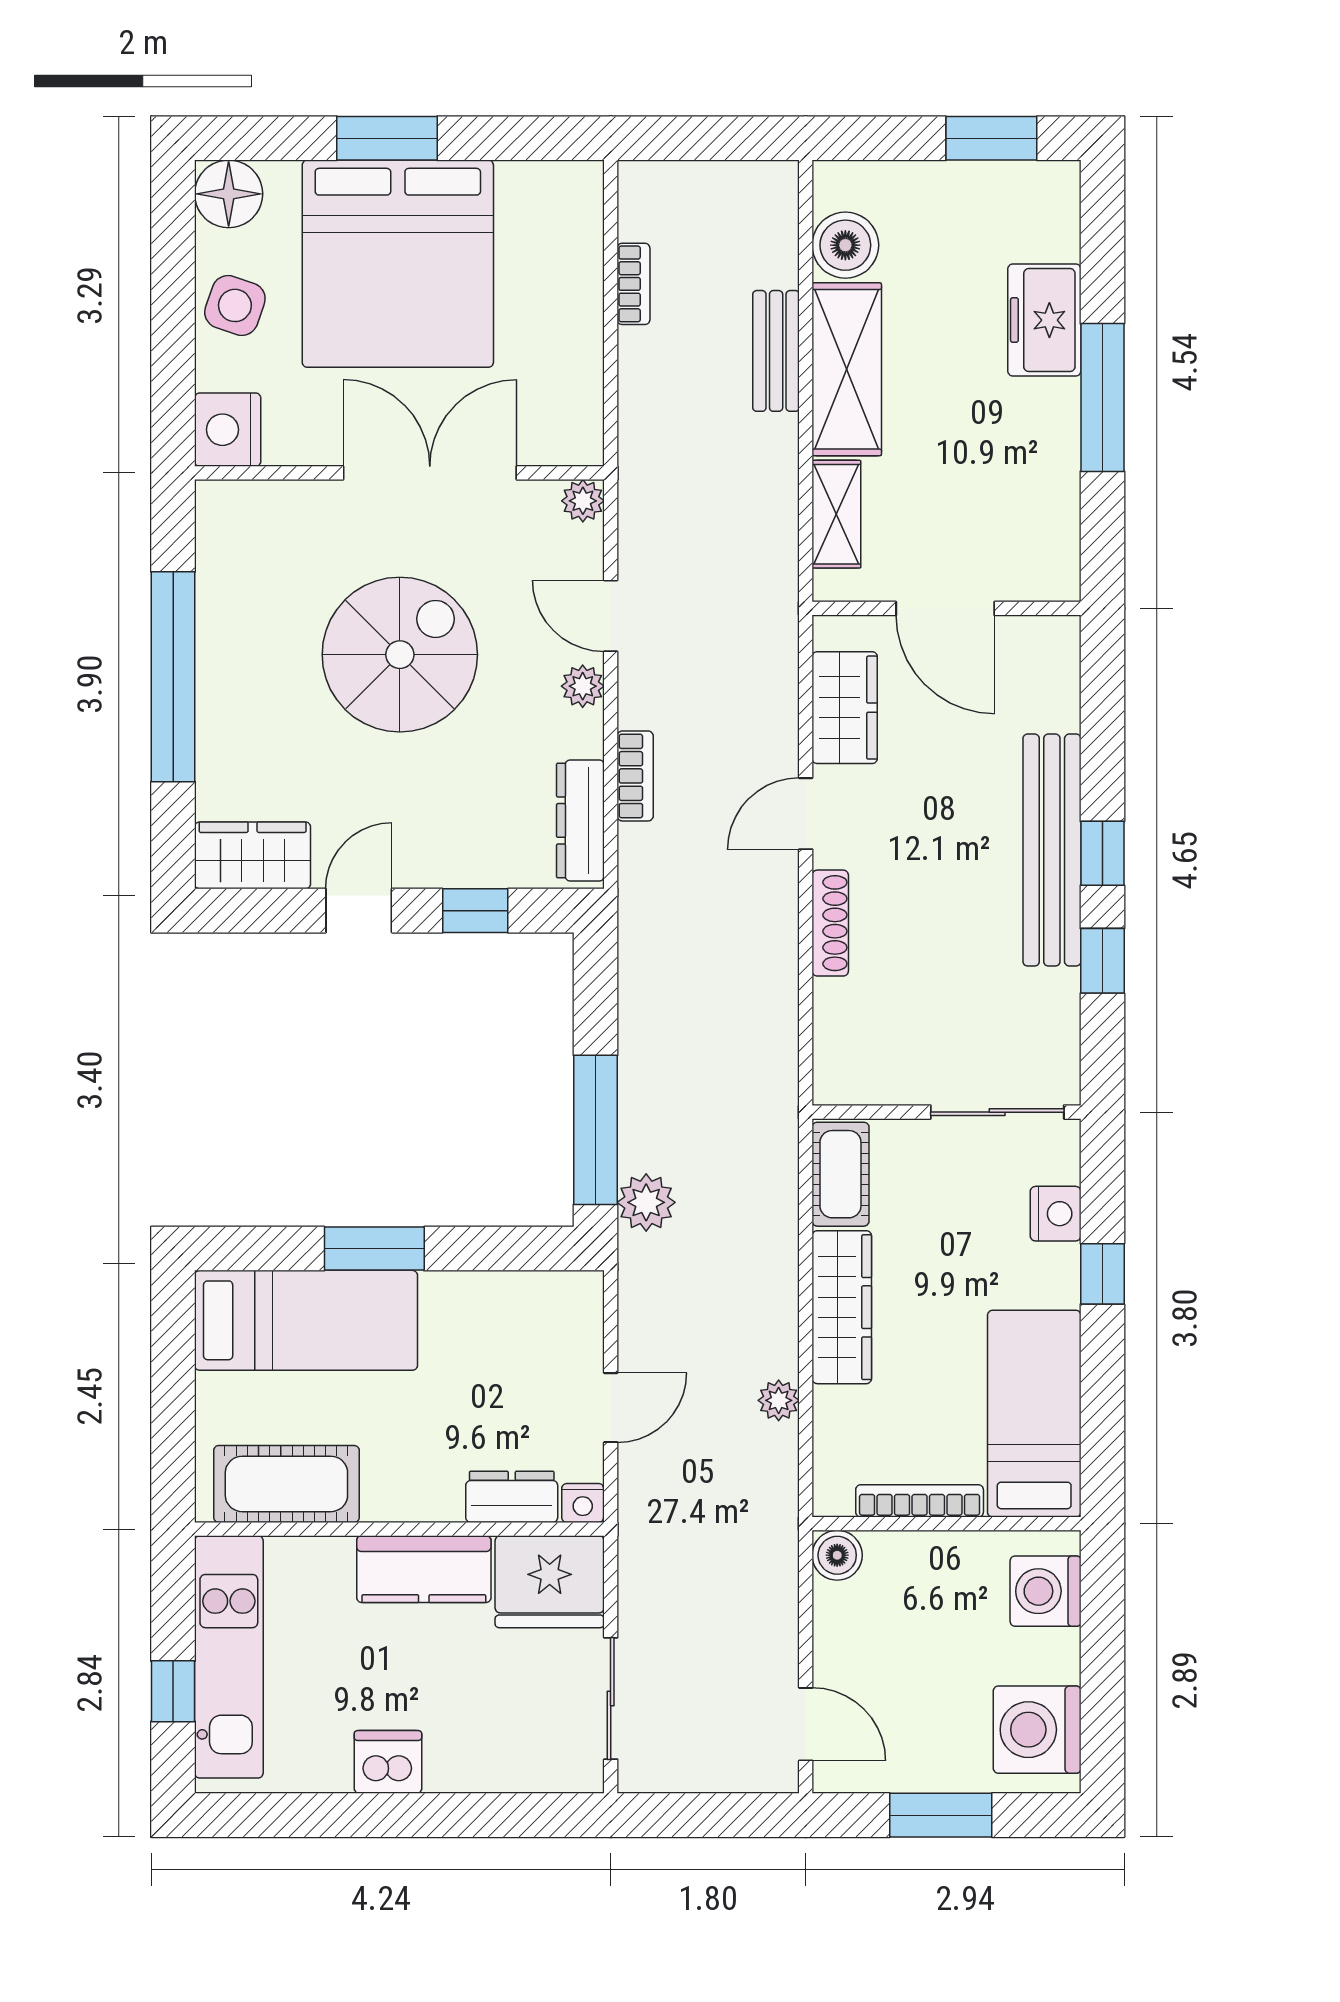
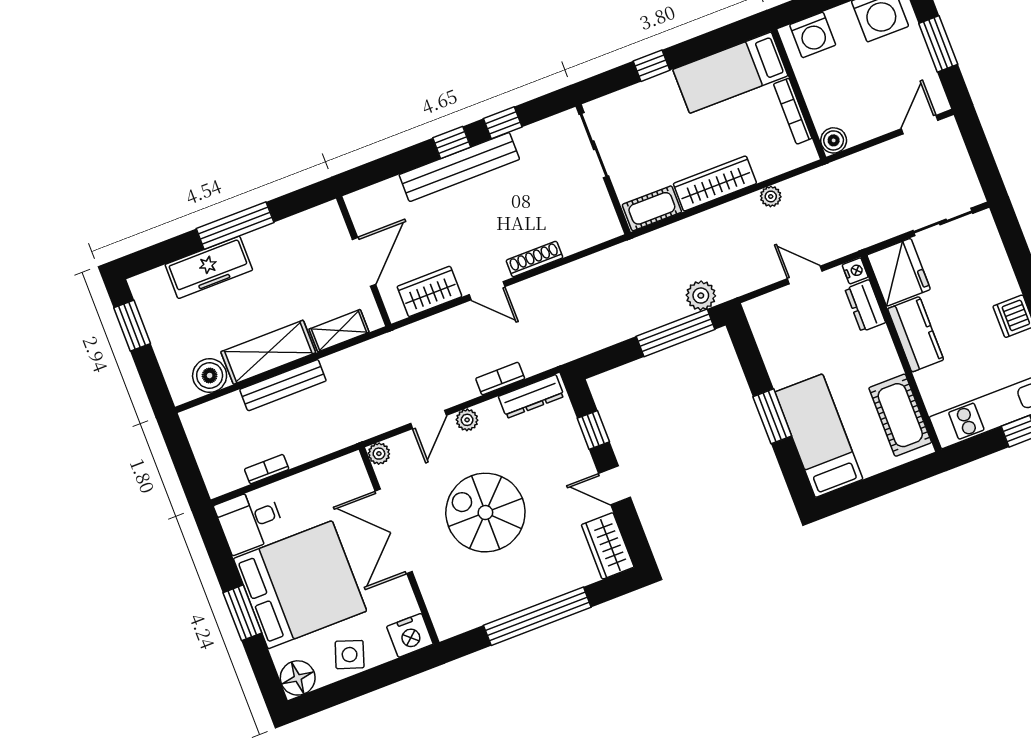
desk: (551, 217) -> (250, 521), added
freezer: (1044, 320) -> (209, 267), width x1.40
bench: (776, 351) -> (283, 385), width x1.36
nightstand: (1056, 1214) -> (631, 99), removed

